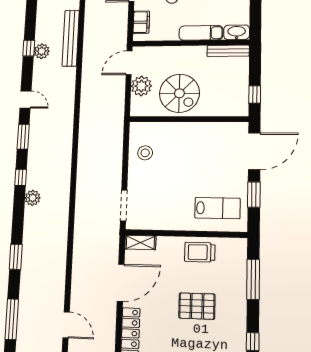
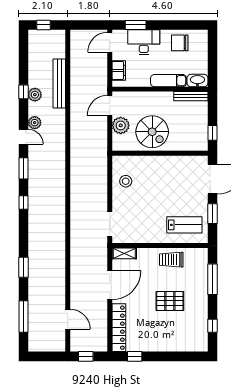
plant: (33, 198) -> (35, 123), moved

